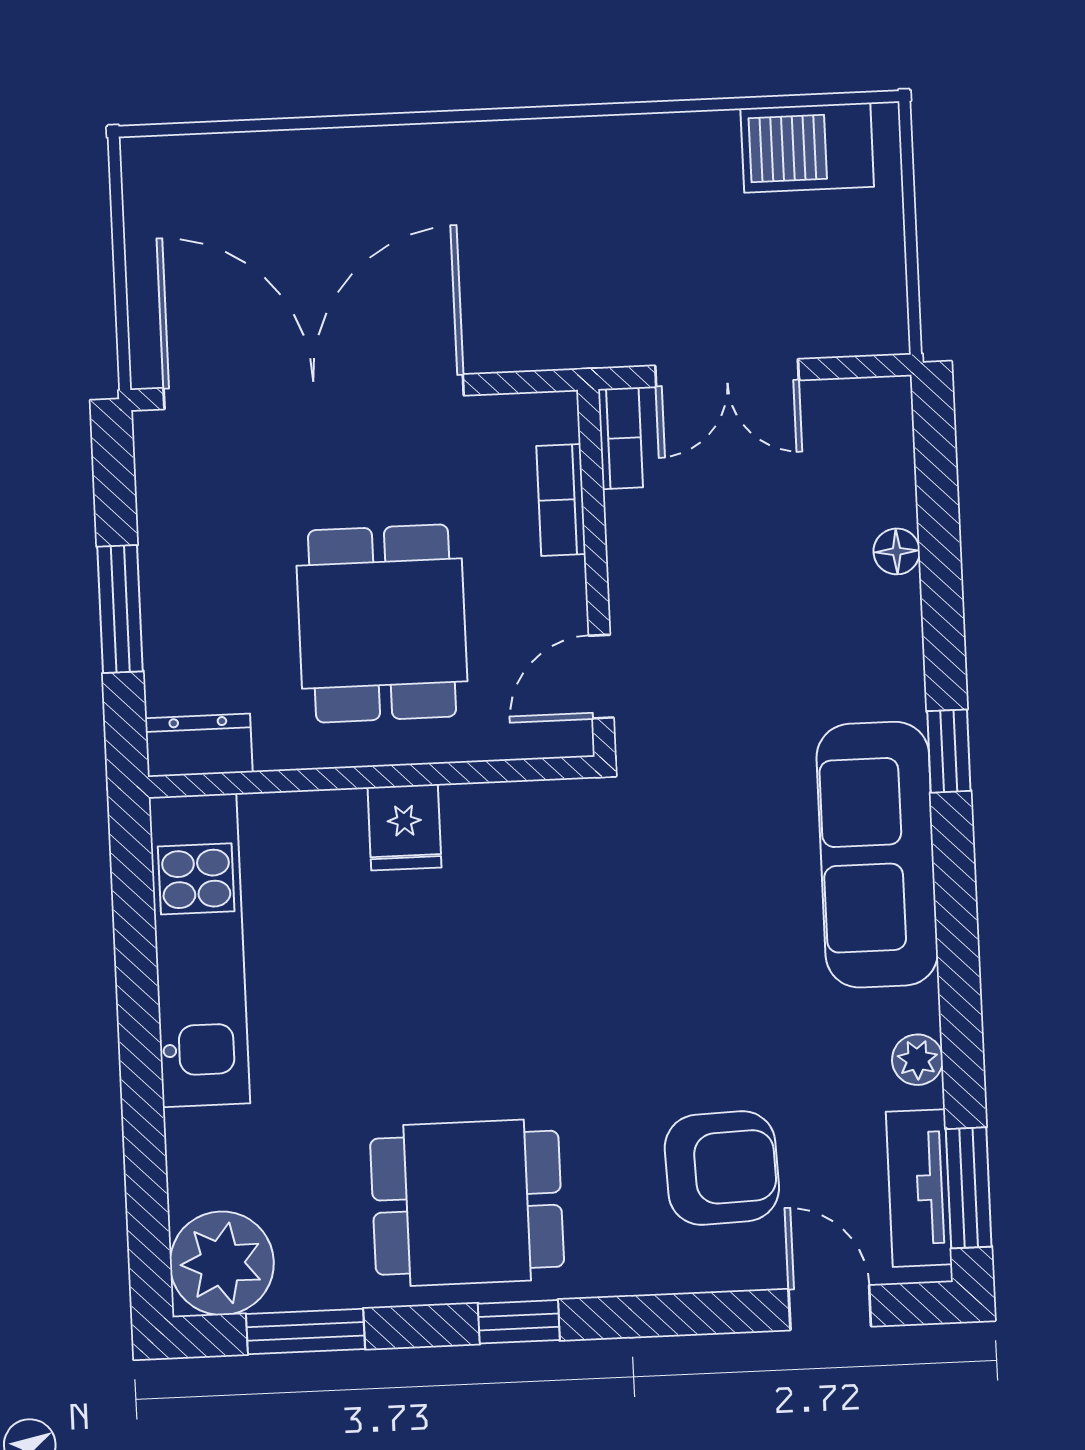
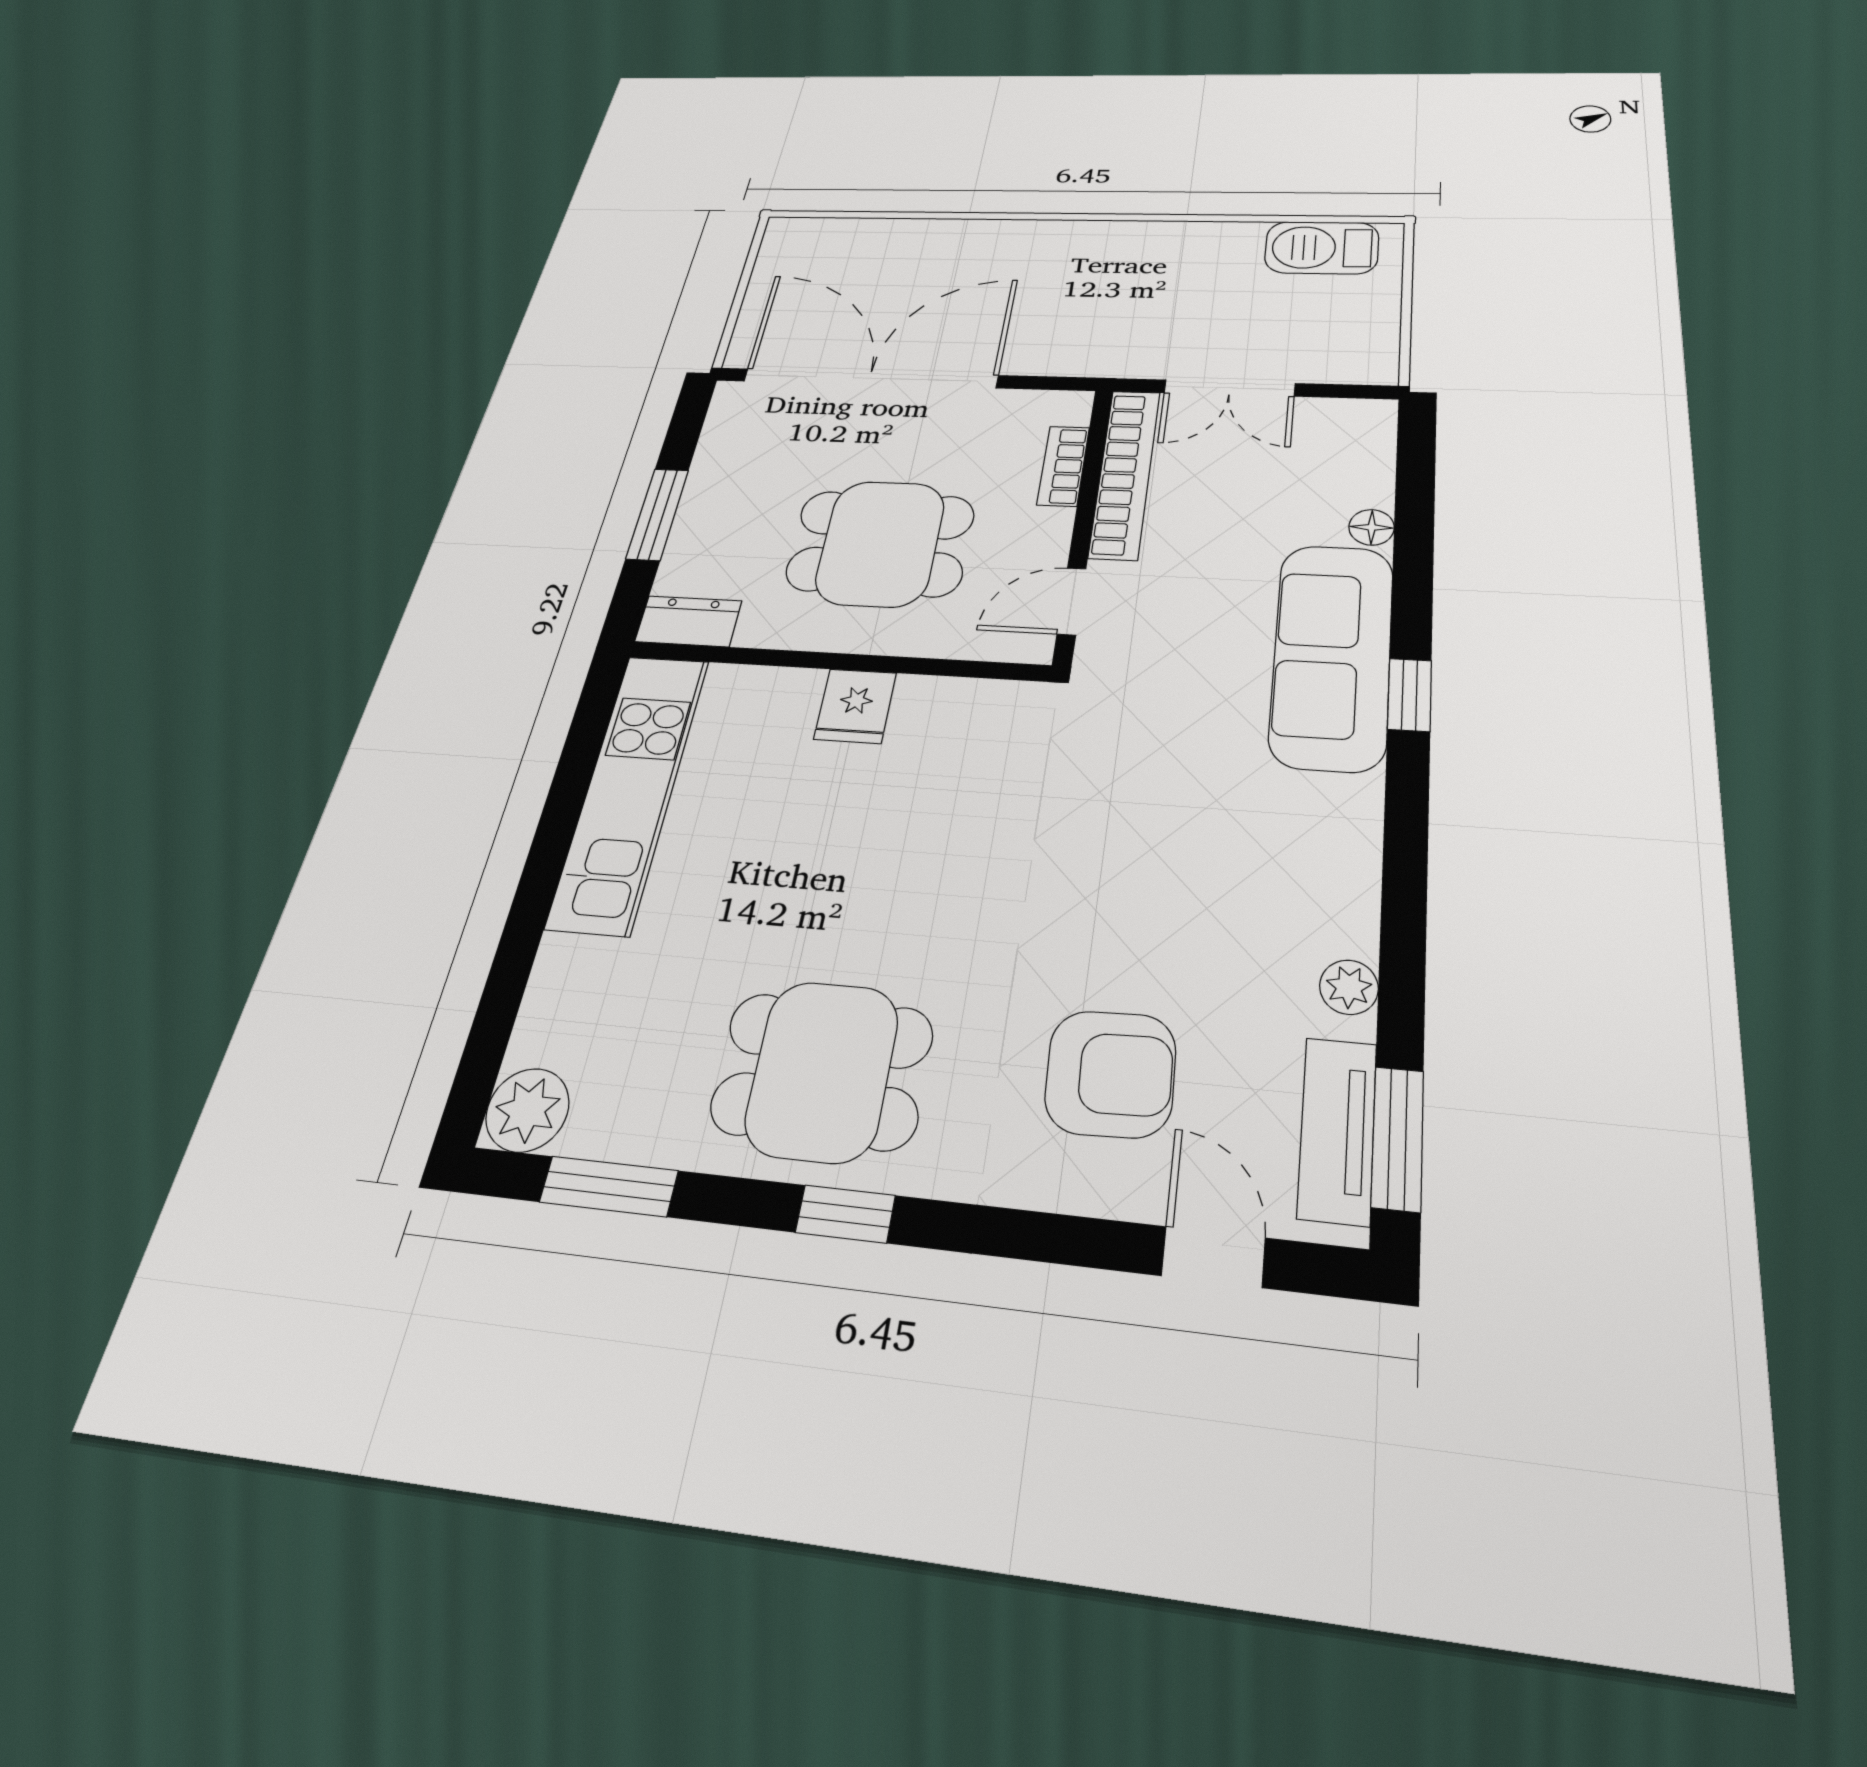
bookcase: (621, 438) -> (1125, 473), width x2.31, depth x1.31
dining table: (382, 623) -> (880, 543), turned 90
sofa: (877, 855) -> (1332, 655), moved
plant: (222, 1263) -> (527, 1110), width x0.73, depth x0.73

